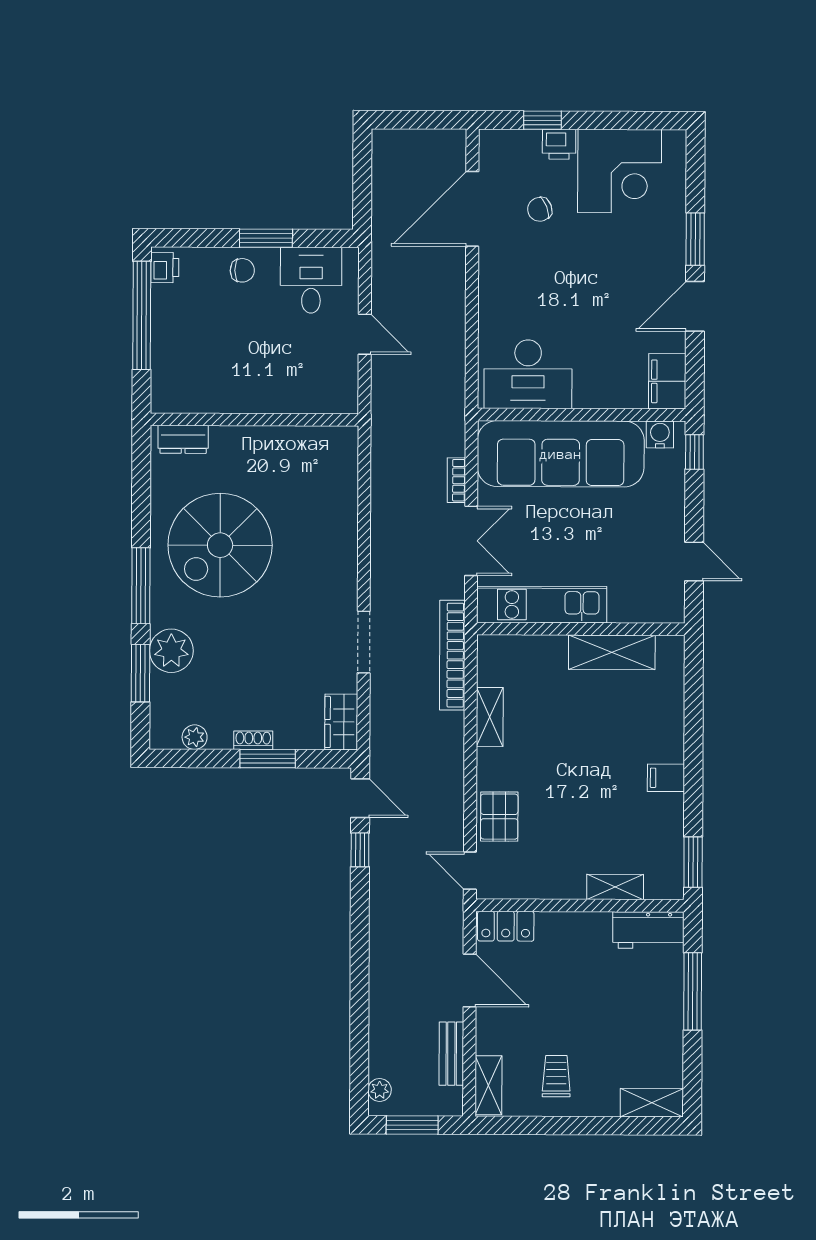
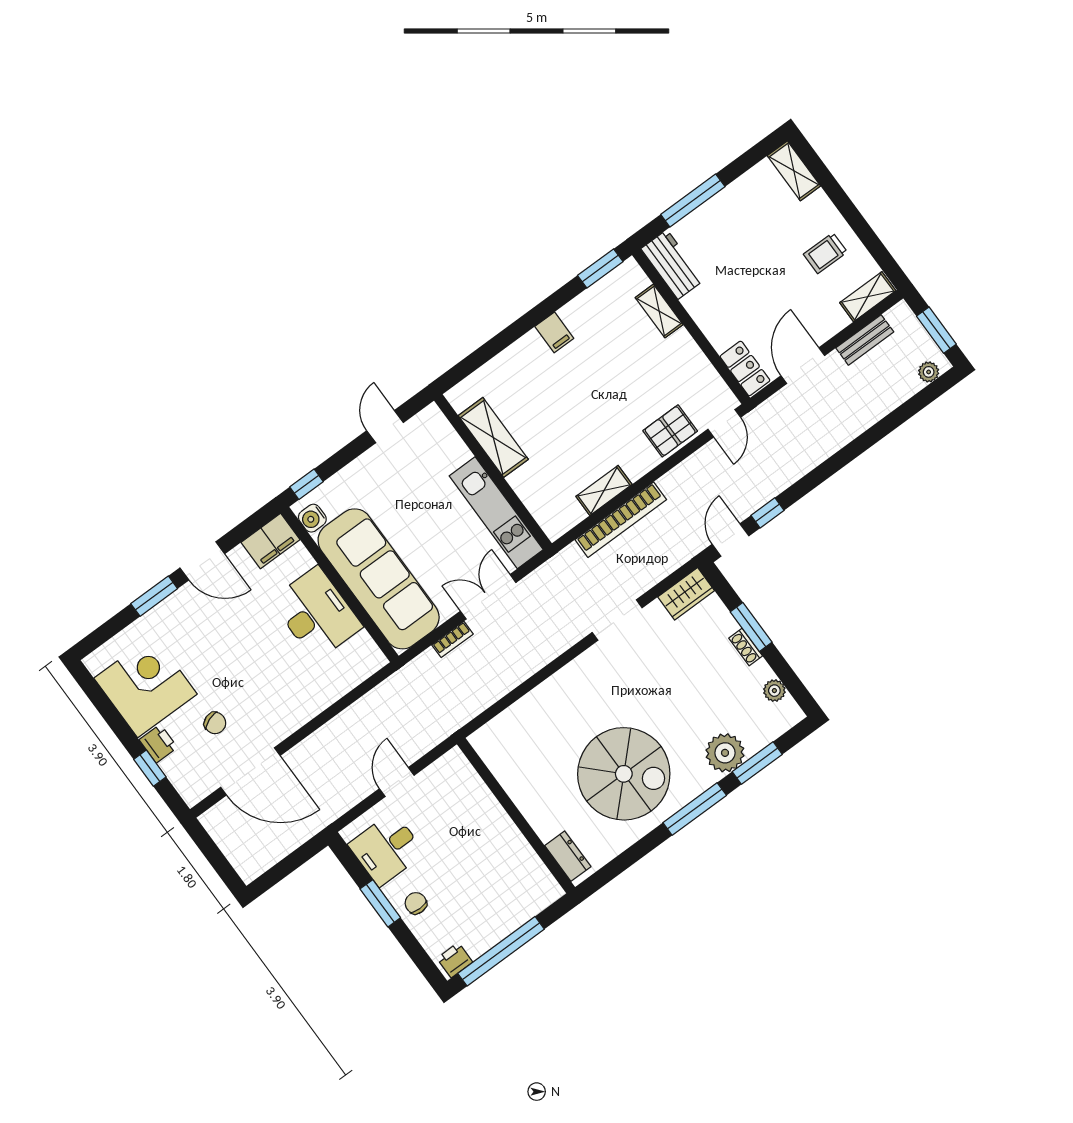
desk: (528, 374) -> (317, 614), moved
bookcase: (452, 655) -> (621, 520), moved

